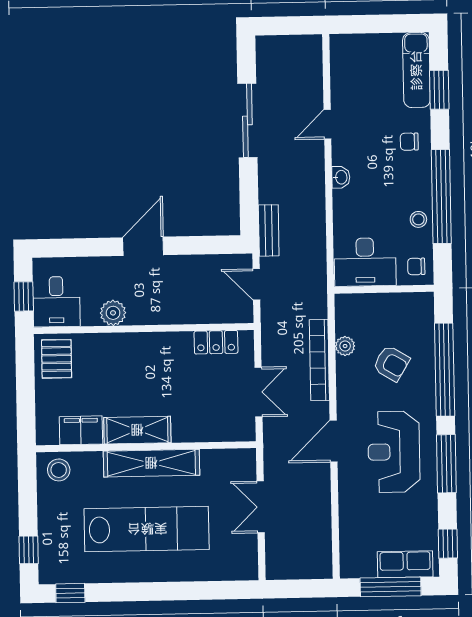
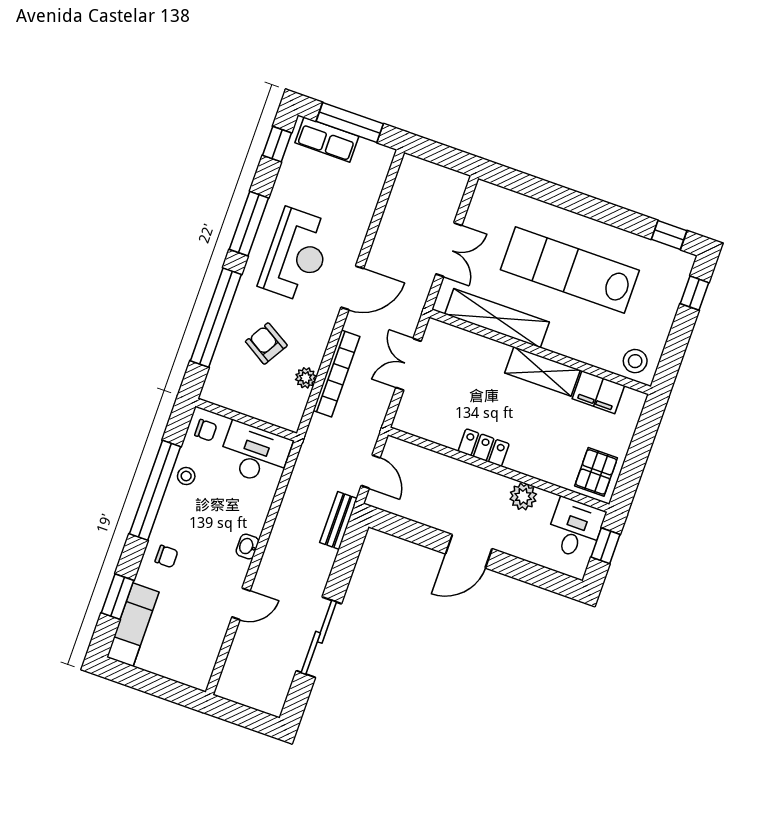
locker: (216, 342) -> (484, 448), moved
shelving: (151, 463) -> (497, 318), moved

